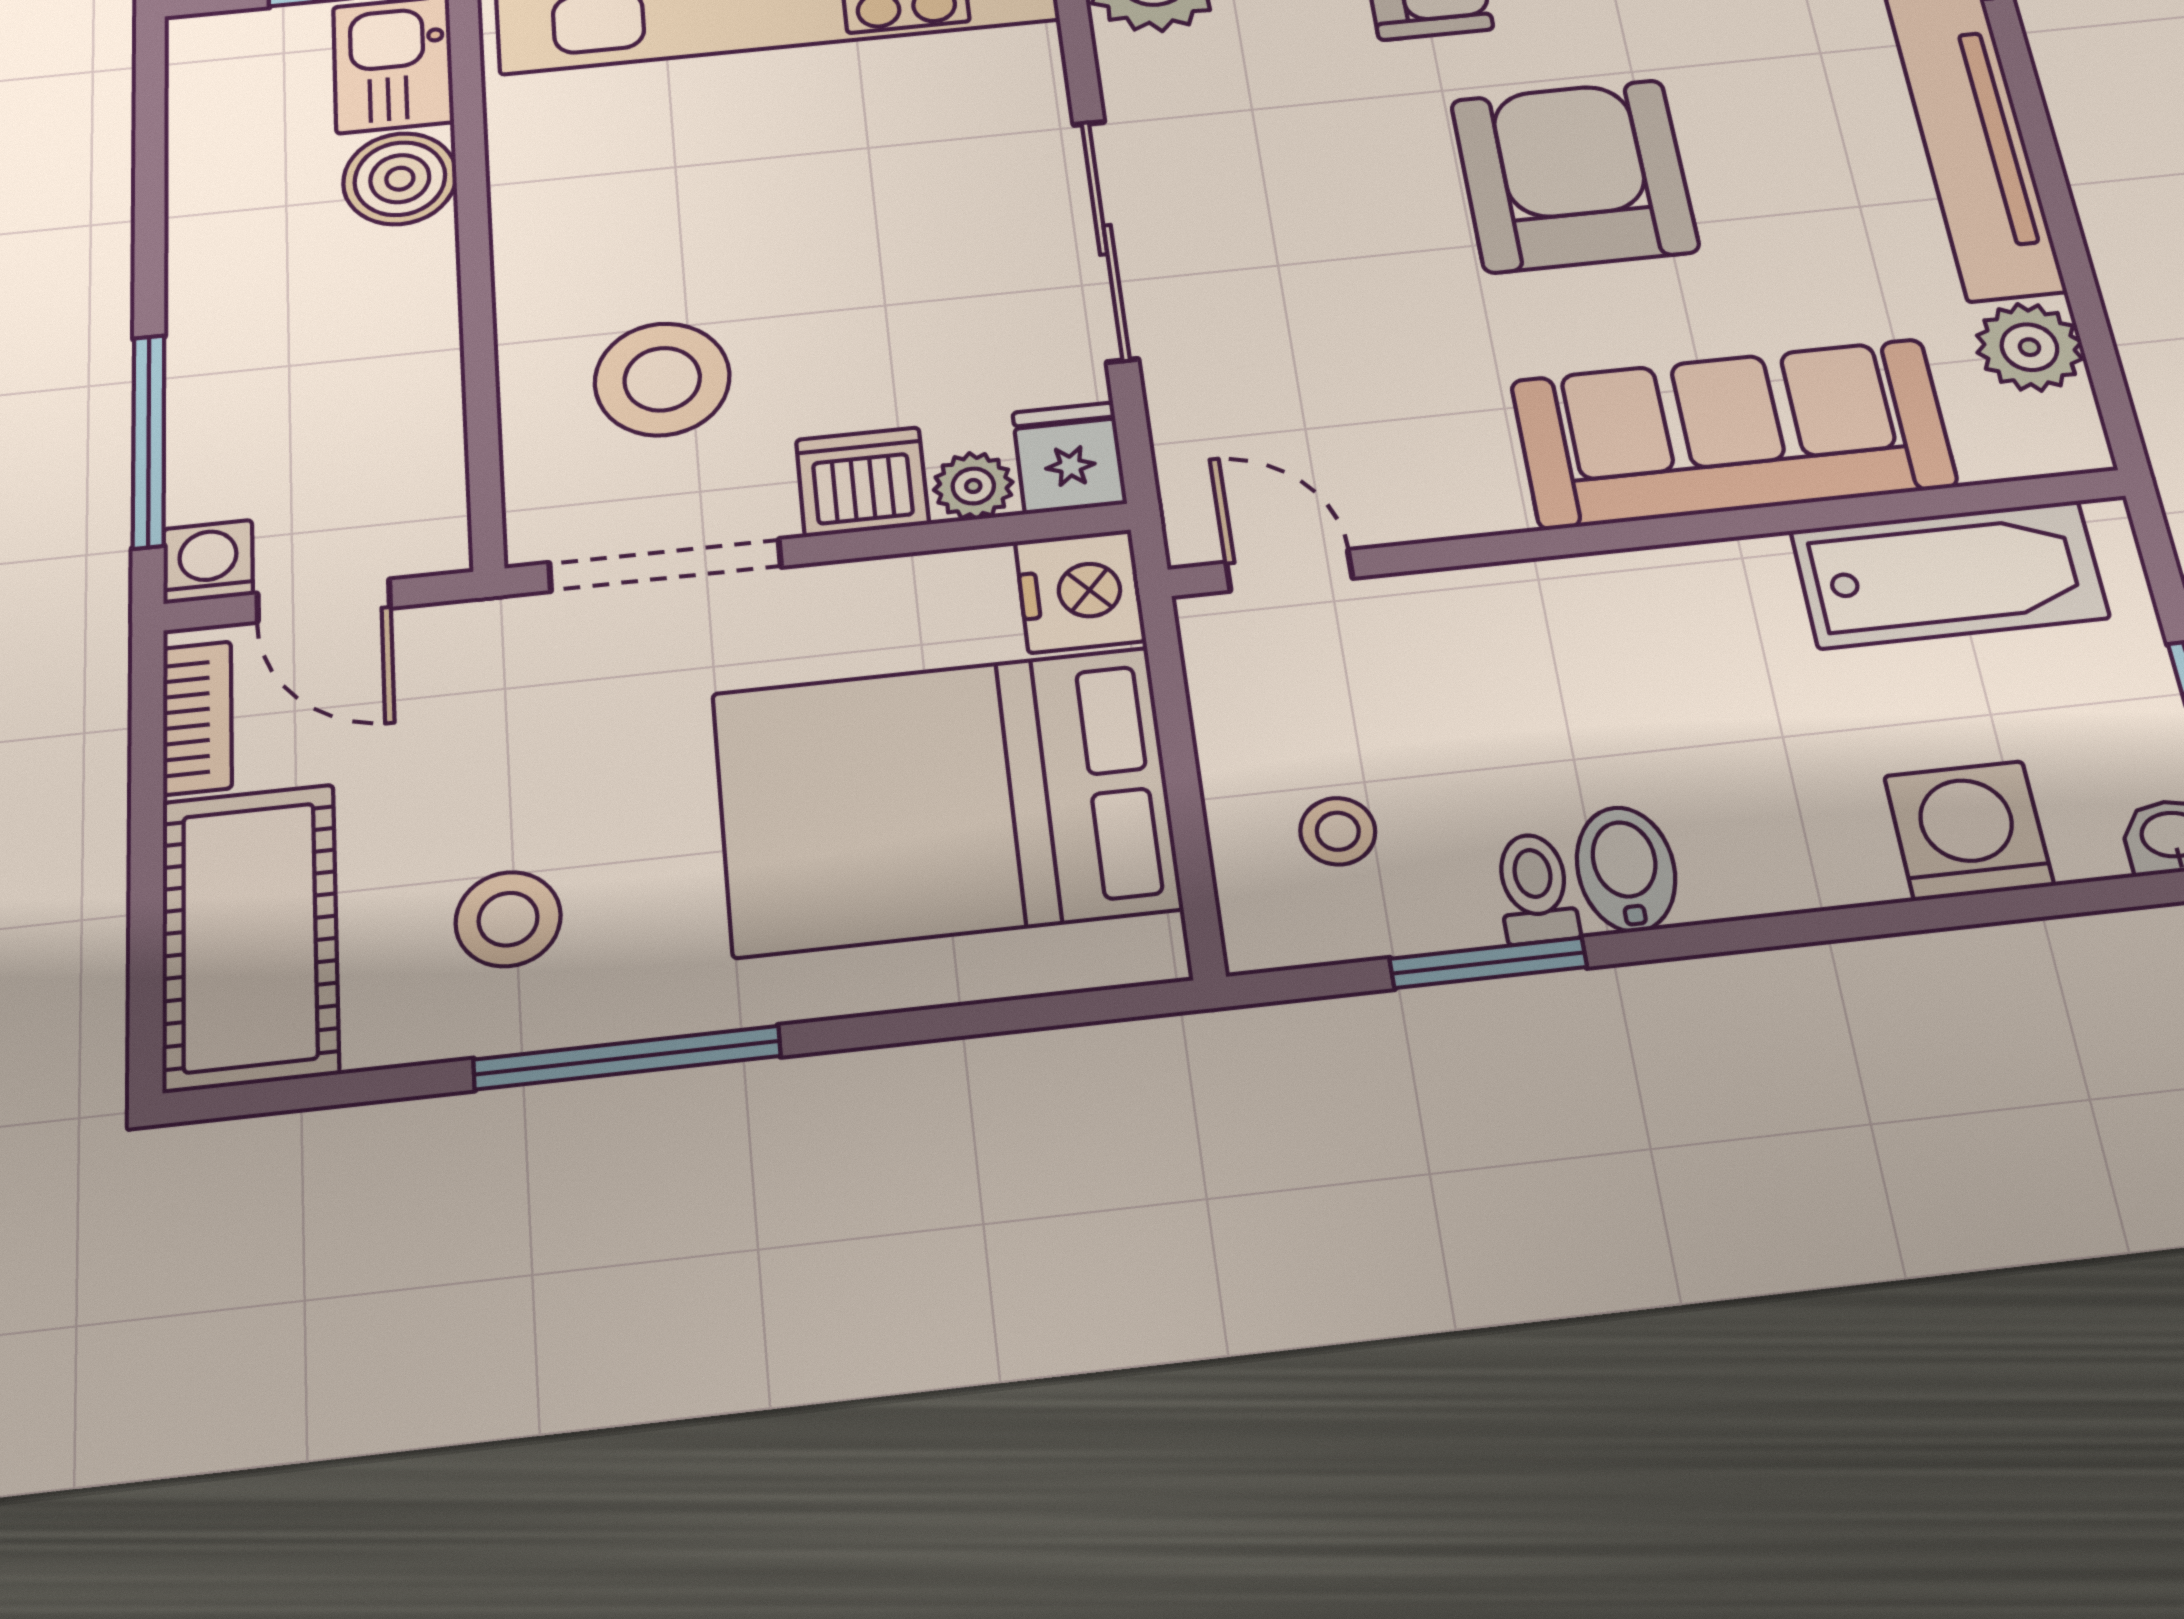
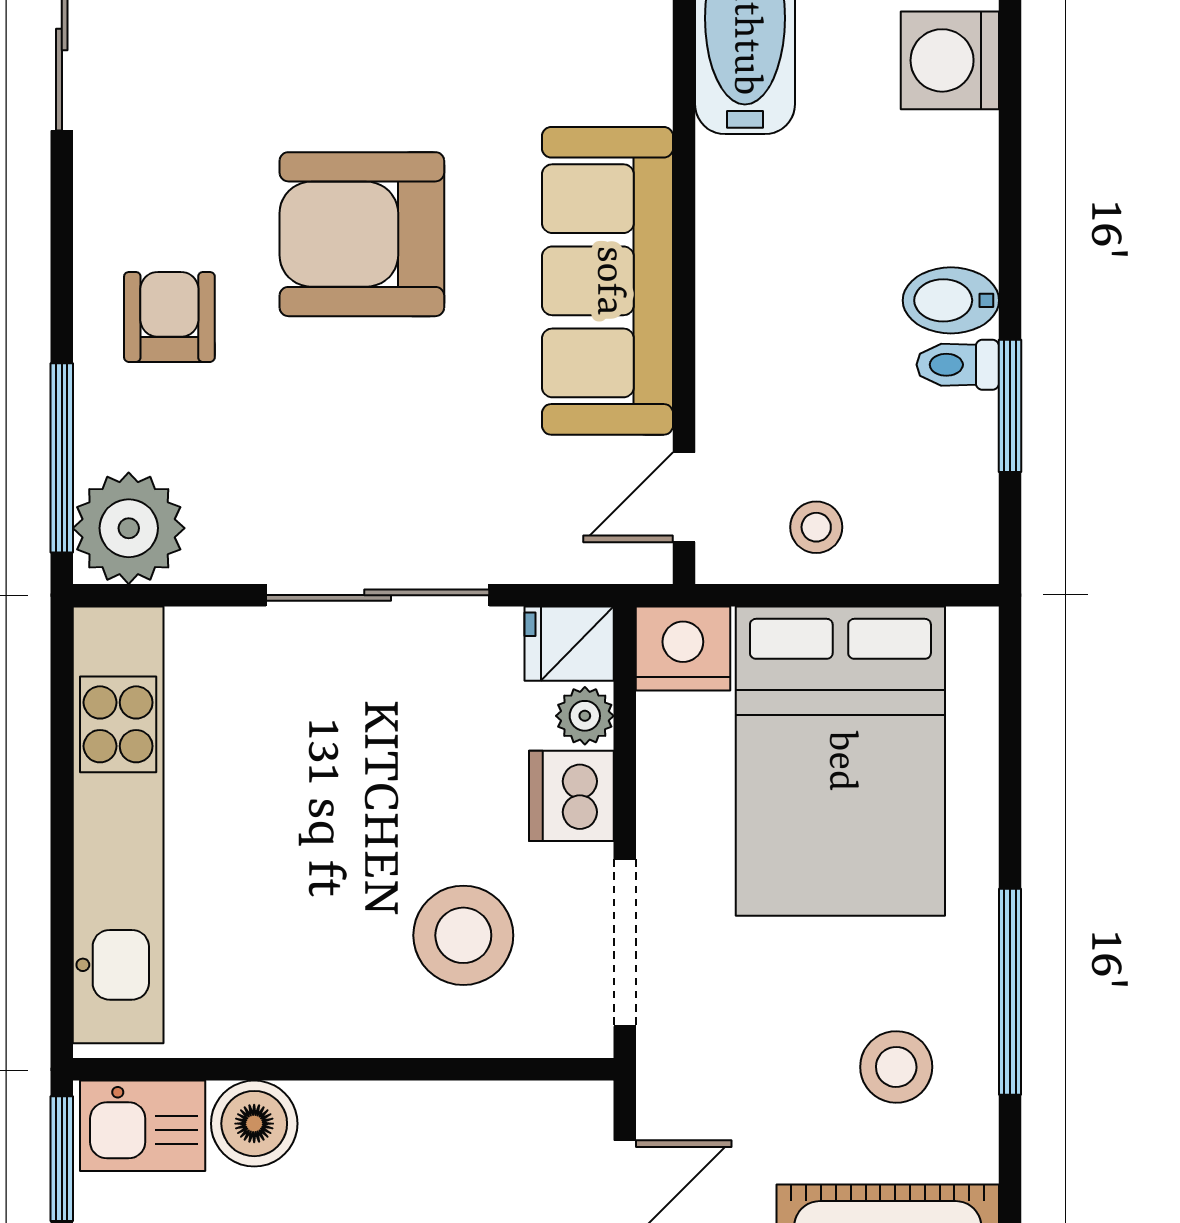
sofa: (1733, 434) -> (608, 281), moved
stool: (1338, 831) -> (816, 527), moved

